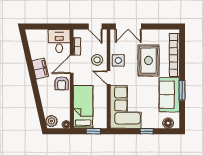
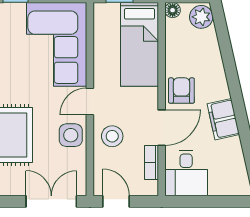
door: (109, 78) -> (90, 101), swing flipped

